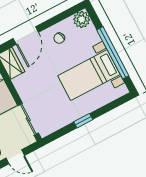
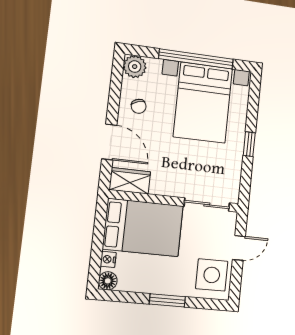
bed with nightstands: (89, 75) -> (203, 103), width x1.36

